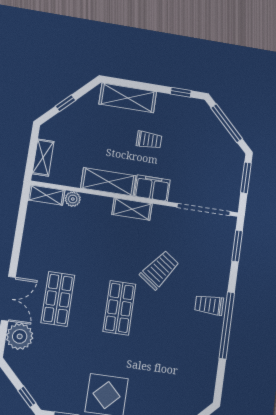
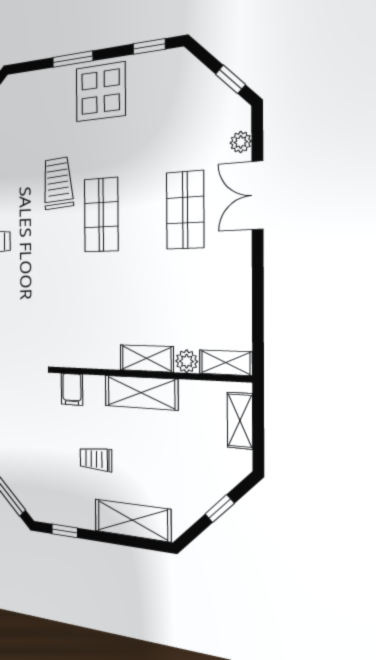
filing cabinet: (152, 188) -> (72, 389), width x0.50
shelving: (132, 209) -> (147, 358), moved
trolley: (160, 270) -> (58, 183), moved, turned 140
plant: (20, 336) -> (241, 142), width x0.53, depth x0.53
window: (27, 397) -> (230, 79), moved

